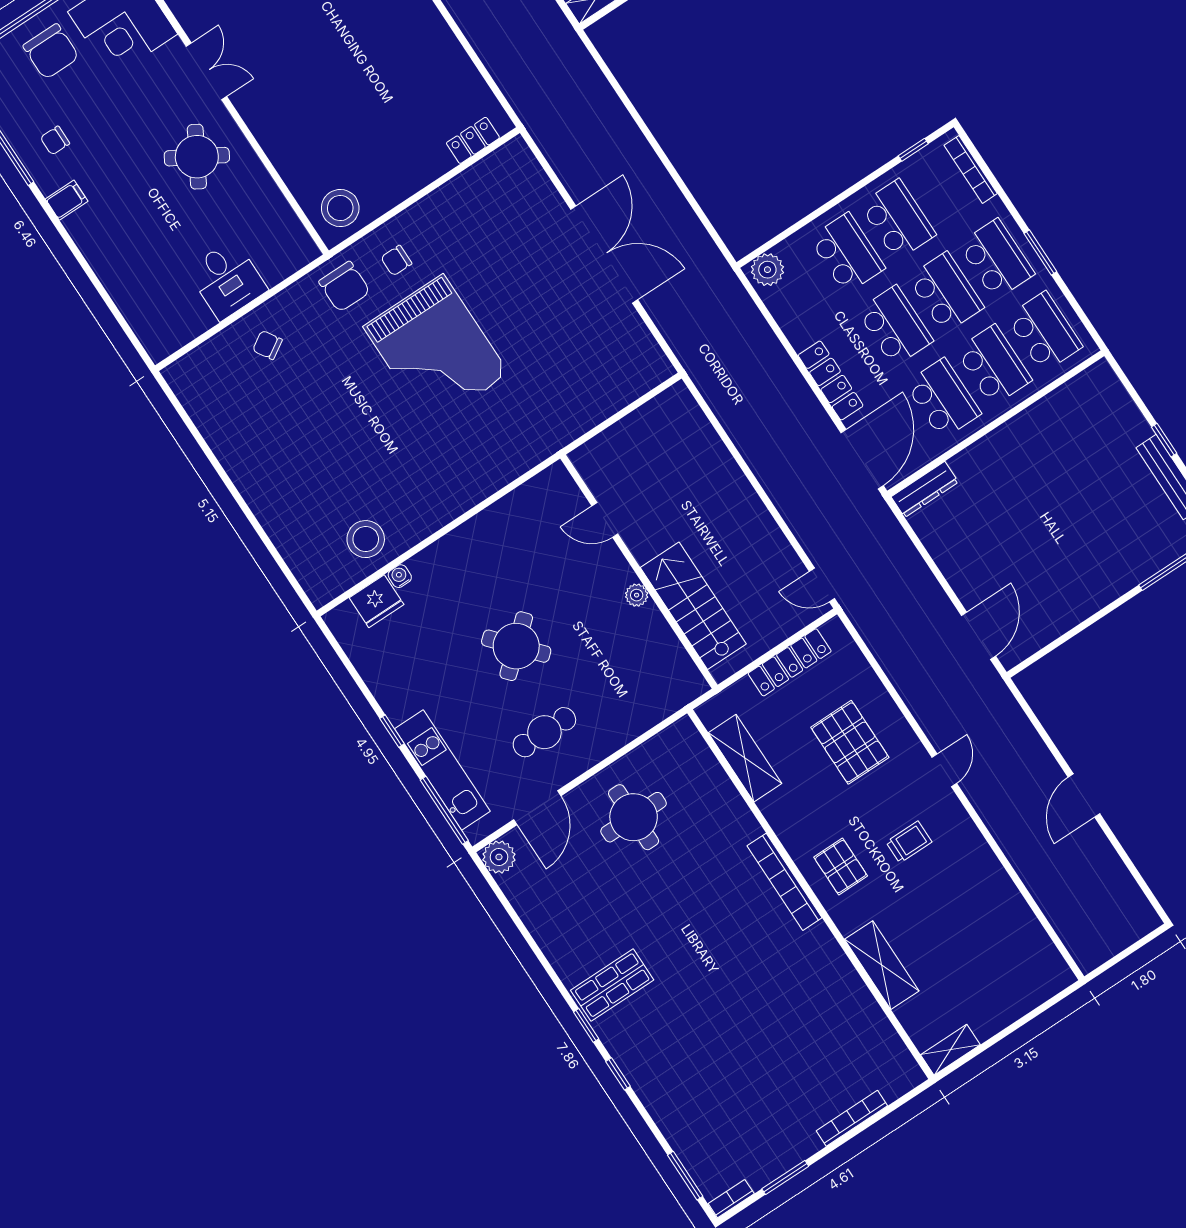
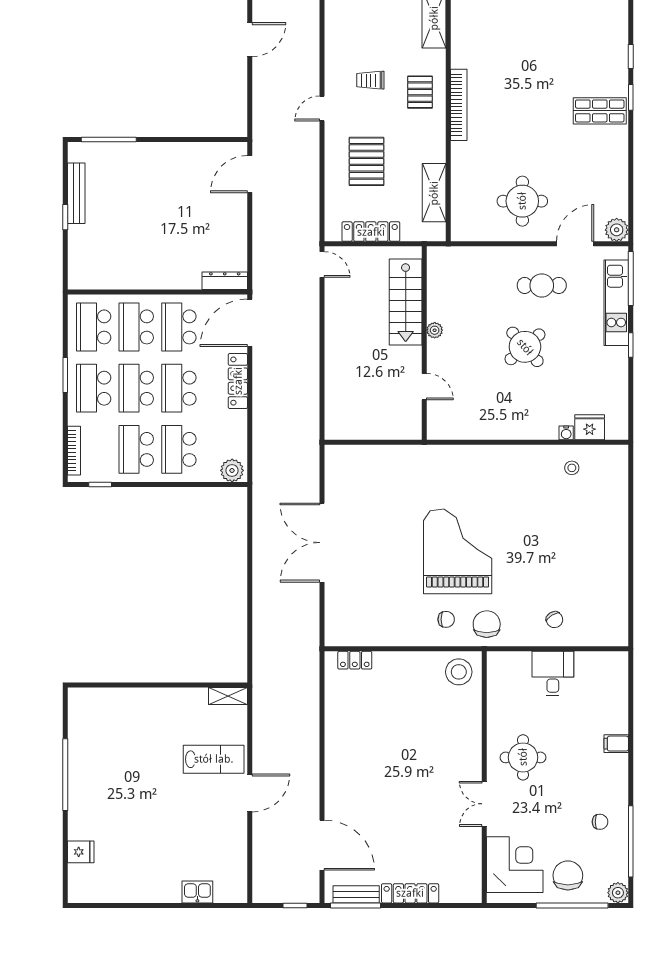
round table: (197, 157) -> (523, 757), turned -30
filing cabinet: (67, 200) -> (616, 744), moved
stool: (366, 539) -> (572, 468), width x0.53, depth x0.53

